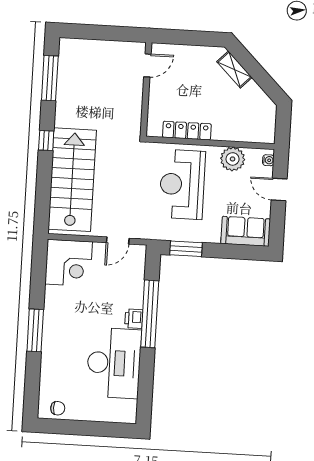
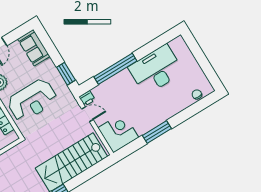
printer: (134, 319) -> (87, 98), moved
window: (35, 330) -> (157, 132), moved
chair: (58, 408) -> (197, 94), moved

